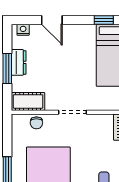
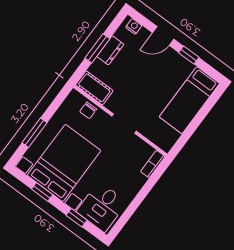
door: (52, 20) -> (163, 36), hinge flipped
window: (104, 20) -> (189, 55), moved

